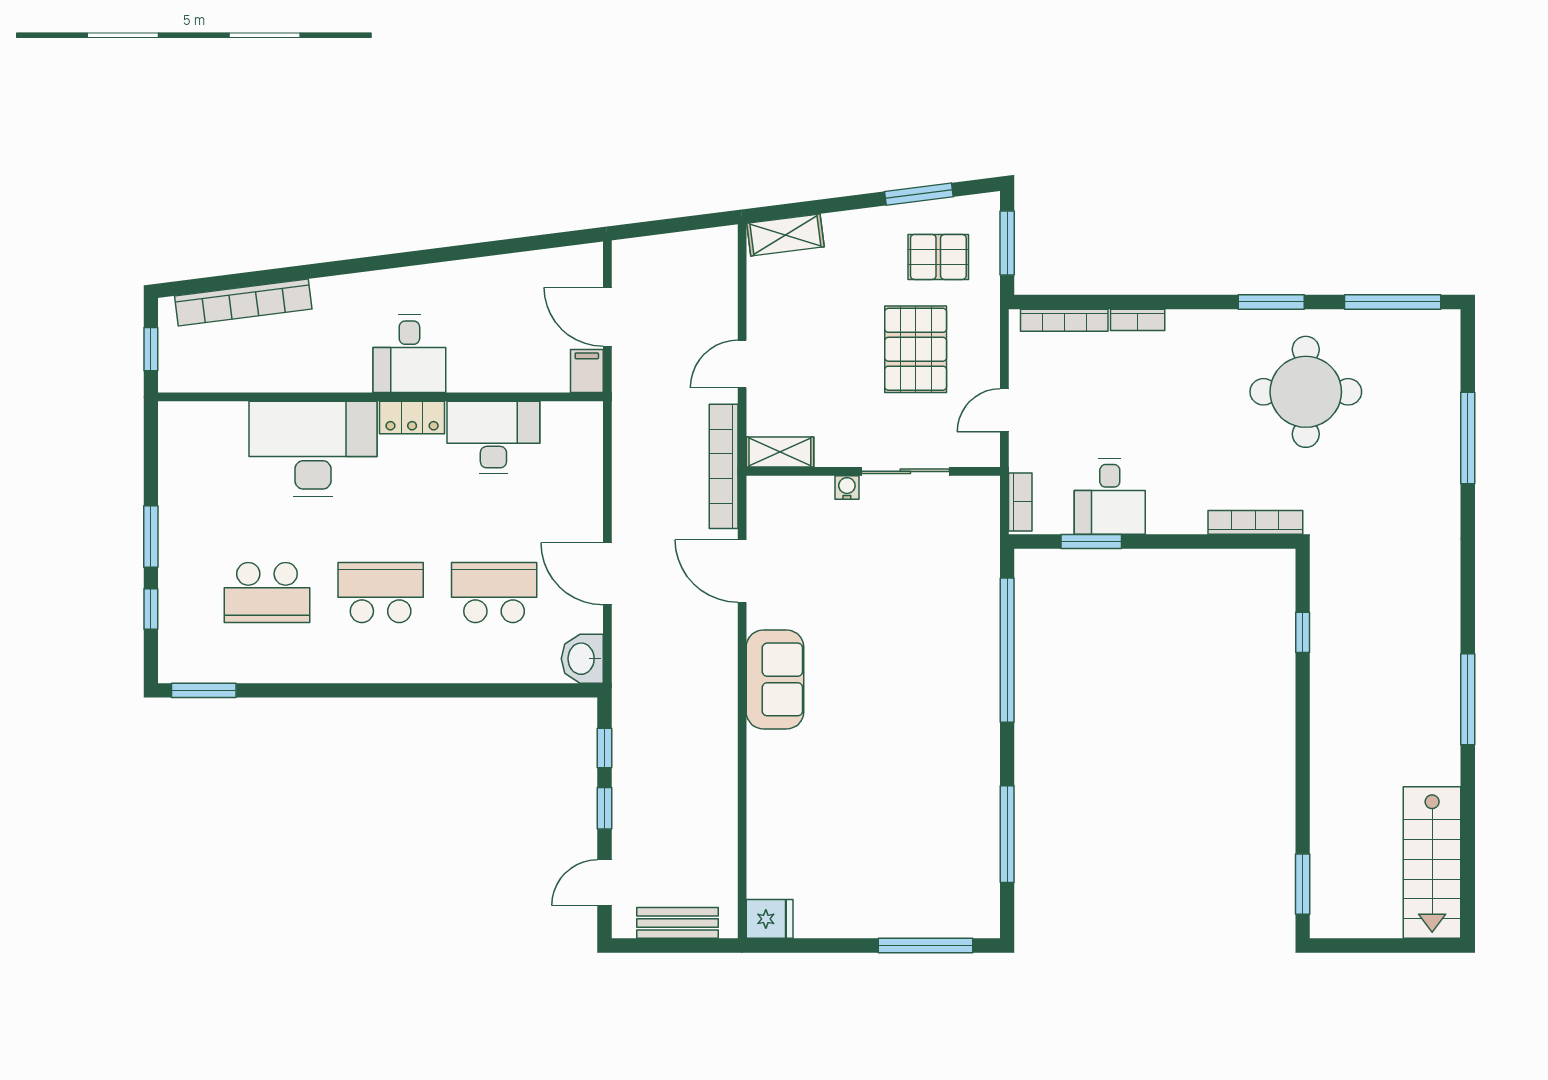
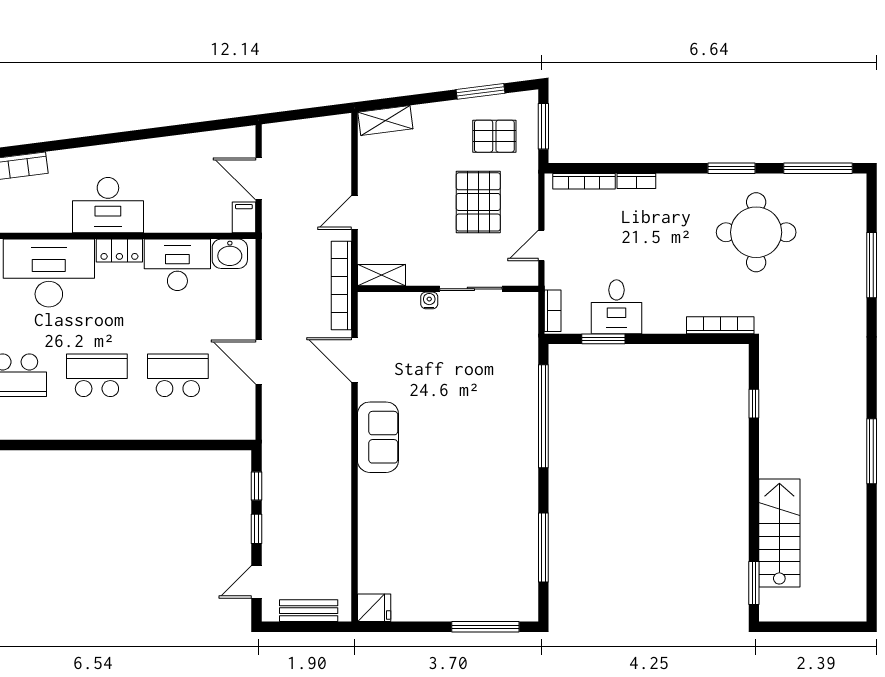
desk: (409, 354) -> (108, 205), width x1.37
washbasin: (582, 659) -> (230, 254), moved, turned -90
stairs: (1432, 863) -> (779, 533), moved, turned 180

